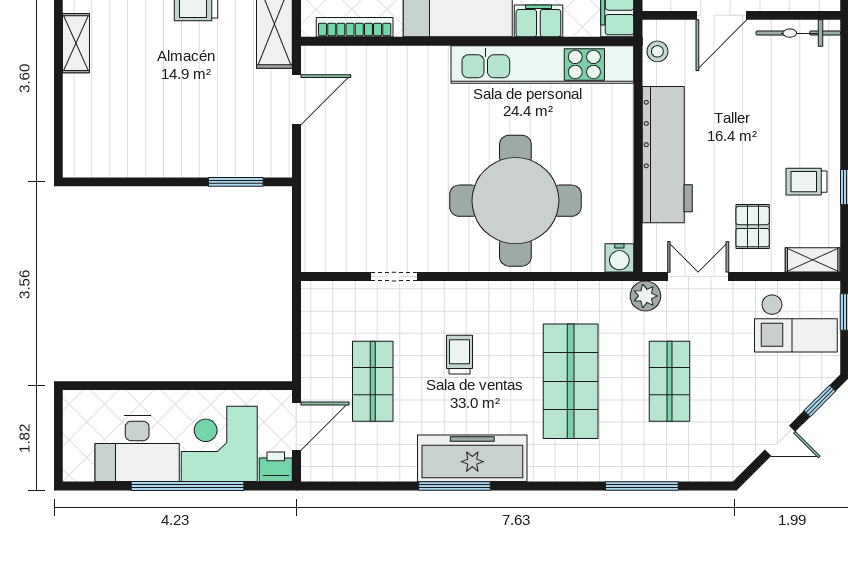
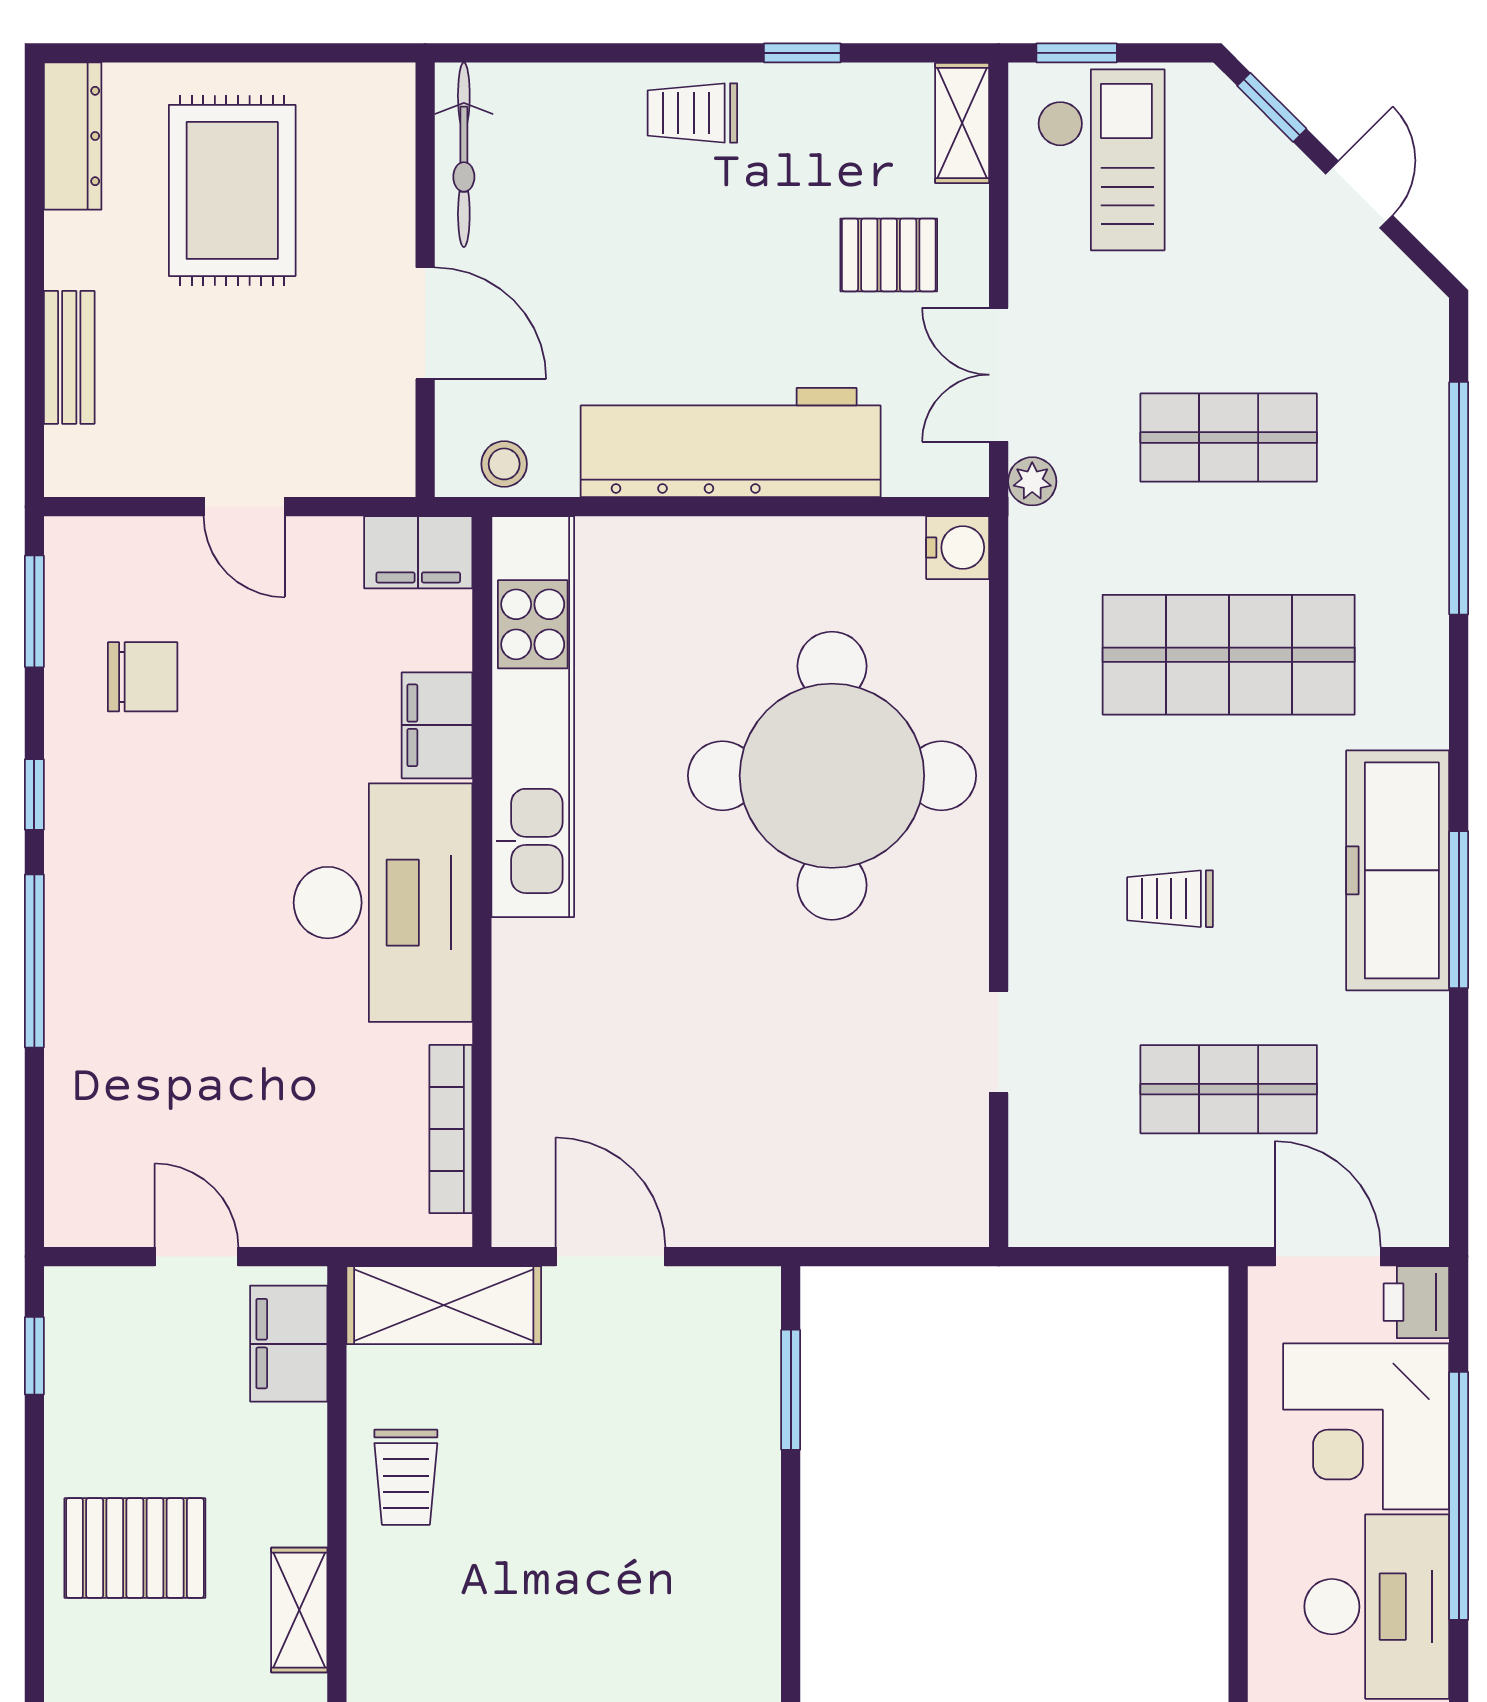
trolley: (807, 182) -> (692, 113), moved, turned 90
plant: (645, 296) -> (1032, 481), width x0.73, depth x0.73
window: (642, 486) -> (1459, 498), width x1.46

